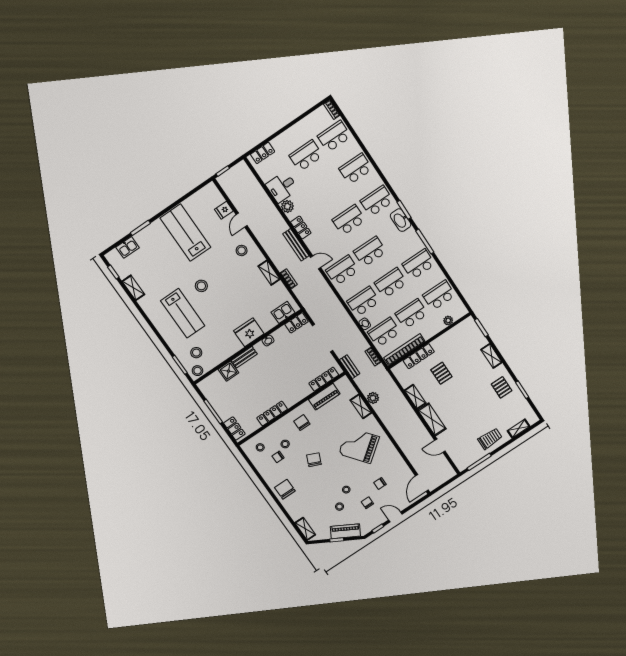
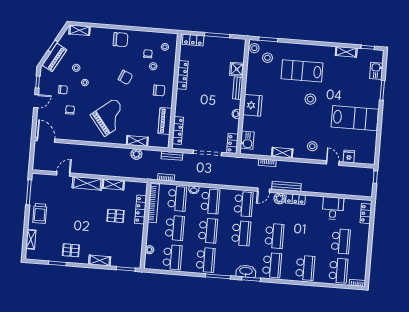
plant: (287, 206) -> (280, 198), moved

